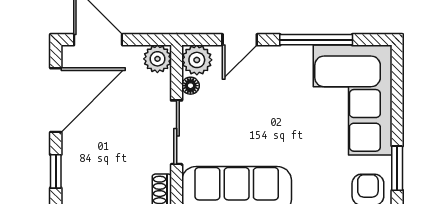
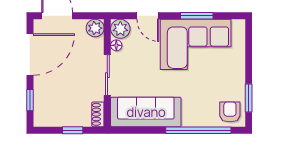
door: (240, 40) -> (148, 16), hinge flipped
window: (316, 40) -> (197, 16), width x0.69
corner sofa: (353, 100) -> (196, 44), moved, turned -90

